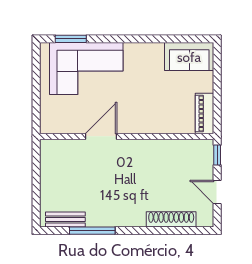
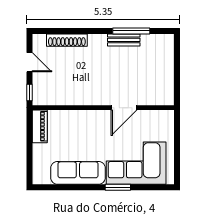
window: (71, 39) -> (118, 187), moved
sofa: (189, 57) -> (78, 173), moved, width x1.36
bench: (65, 219) -> (124, 40), moved

